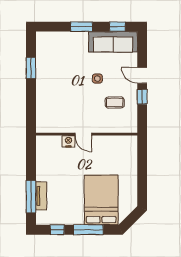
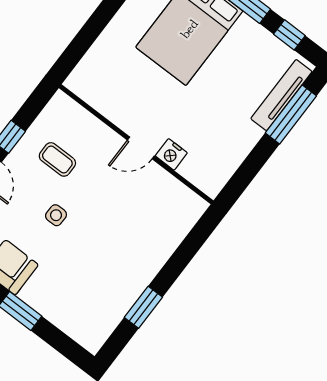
door: (83, 134) -> (141, 148), swing flipped
tv unit: (41, 196) -> (281, 95), width x1.41

